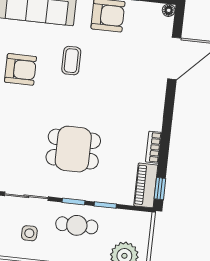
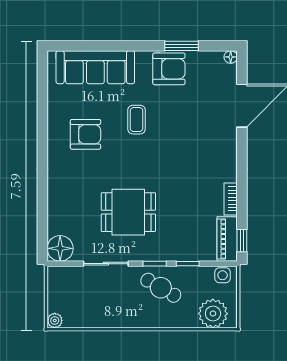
dining table: (73, 149) -> (128, 212), moved
cafe table: (77, 225) -> (161, 288), turned 30
side table: (29, 233) -> (223, 275), moved

